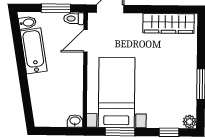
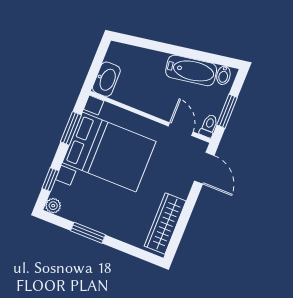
bed with nightstands: (117, 92) -> (109, 152), width x1.36
washbasin: (75, 121) -> (106, 79), width x1.91, depth x1.45

